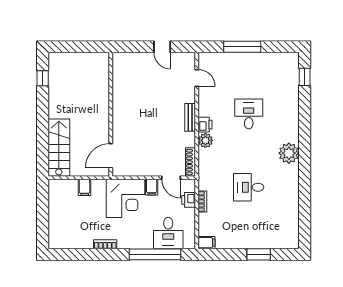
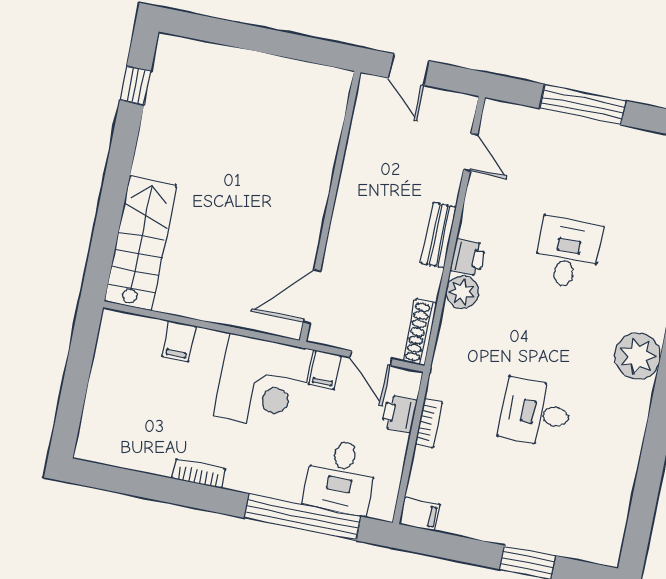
wall: (111, 114) -> (330, 206), moved
door: (111, 156) -> (312, 296), moved

